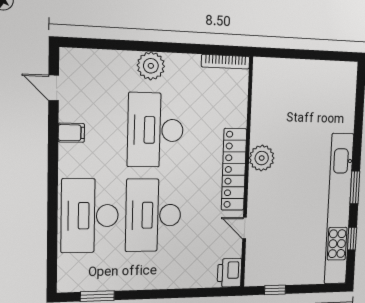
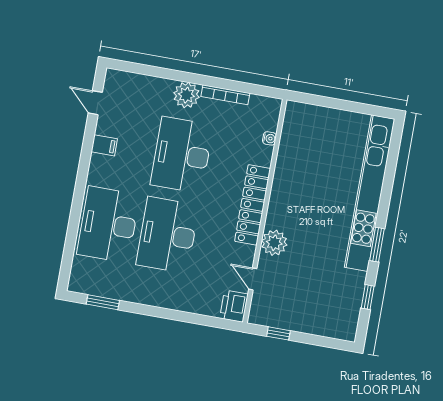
bookcase: (226, 62) -> (225, 95), moved
water cooler: (241, 99) -> (269, 138), added
plant: (262, 158) -> (274, 243), moved
kitchen unit: (339, 209) -> (370, 193), moved
door: (245, 228) -> (253, 279), moved

